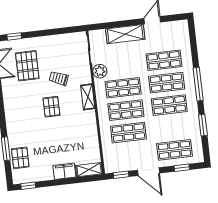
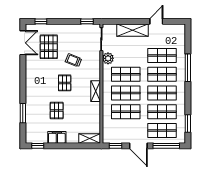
window: (69, 30) -> (87, 21), added
window: (198, 84) -> (188, 68), moved
shelving: (88, 97) -> (96, 91), moved
window: (203, 125) -> (188, 123), moved
shop shelf: (172, 127) -> (162, 112), added
pallet: (20, 158) -> (57, 111), moved
window: (182, 168) -> (166, 146), width x2.17
filing cabinet: (64, 171) -> (57, 137), moved

